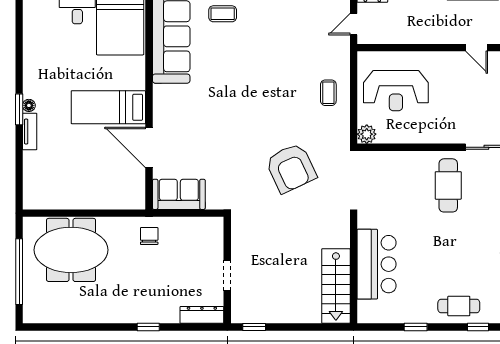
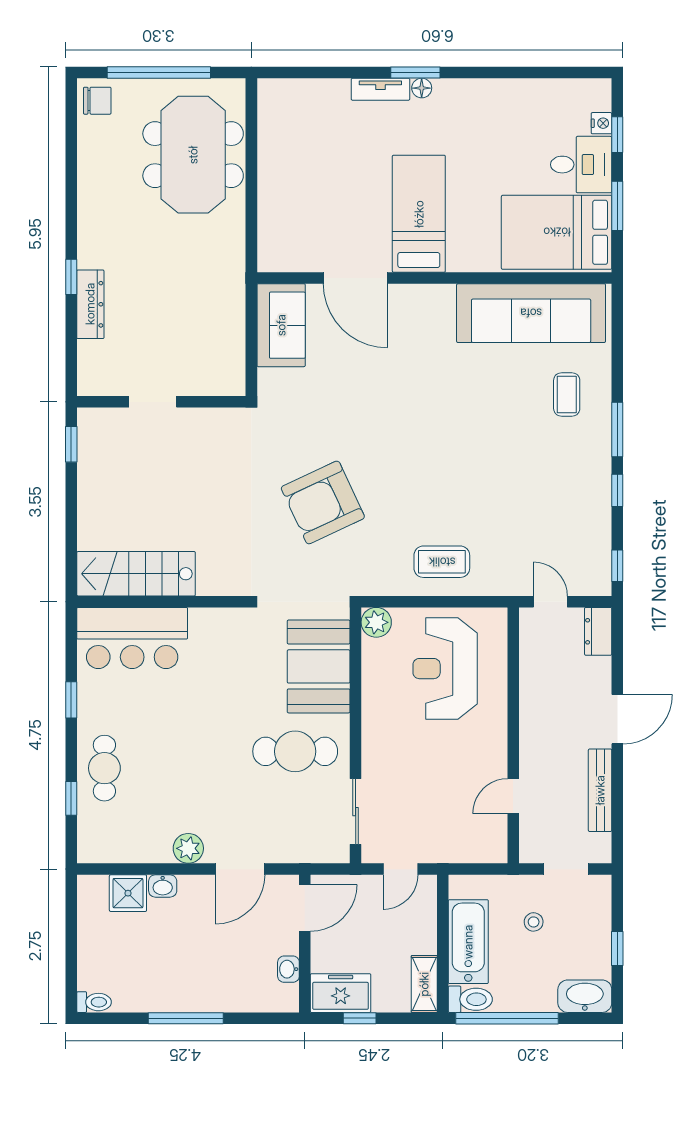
coffee table: (328, 93) -> (442, 562), width x1.36, depth x1.30
door: (149, 147) -> (355, 278), swing flipped
booth: (395, 171) -> (319, 666), added
chair: (149, 236) -> (97, 101), moved
bar counter: (377, 264) -> (132, 638), moved
dresser: (202, 315) -> (90, 304), moved

